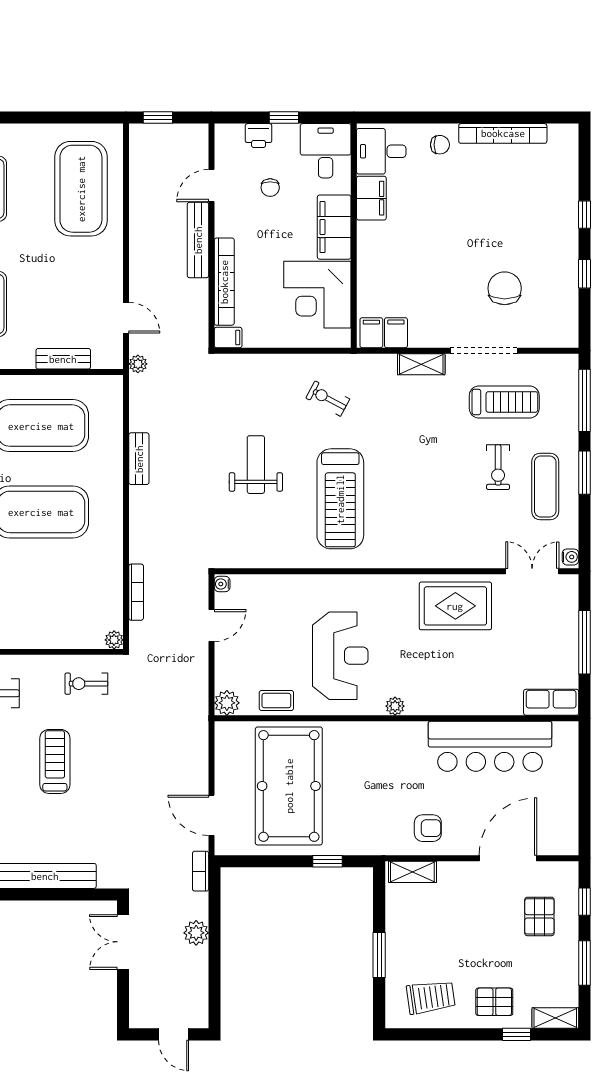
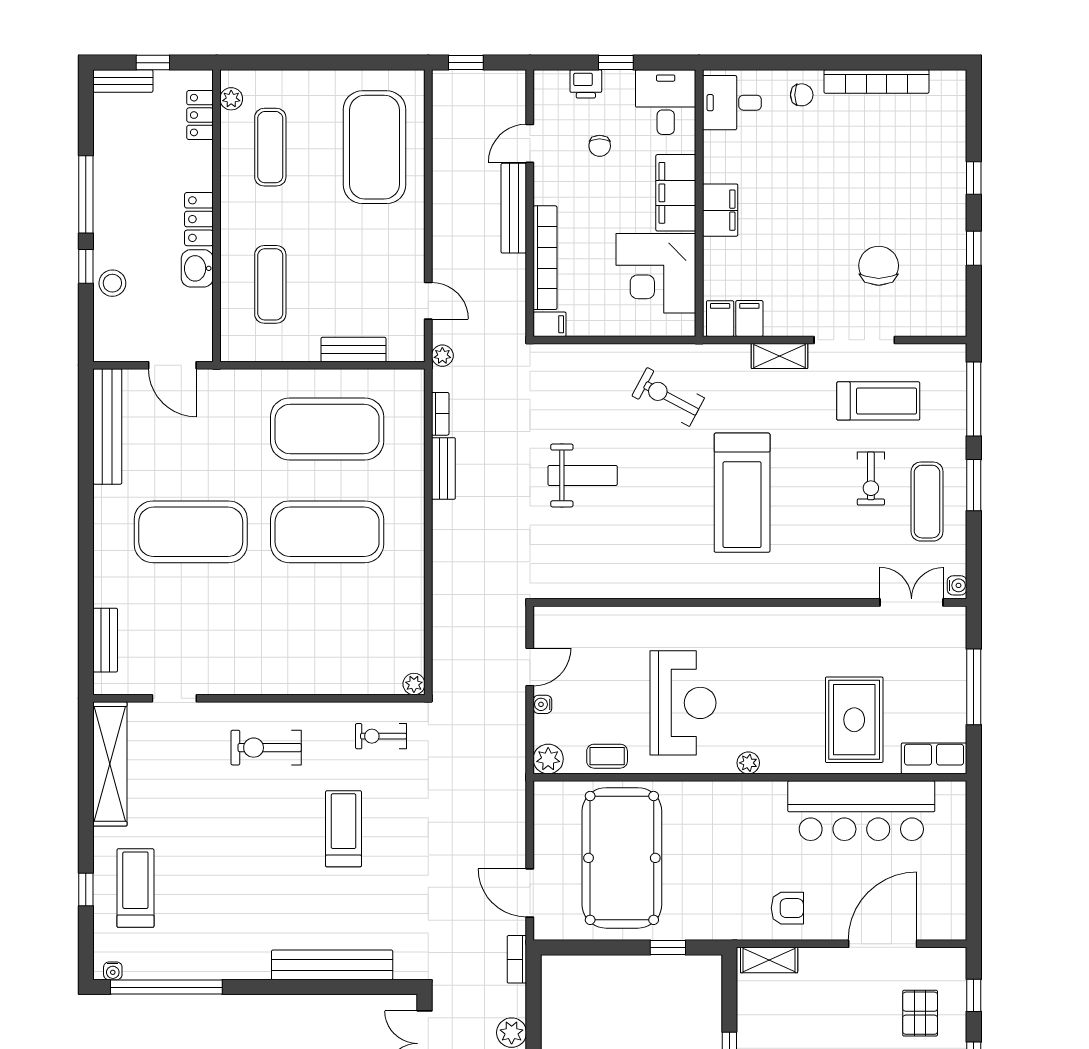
filing cabinet: (371, 198) -> (720, 210), moved
exercise bike: (328, 399) -> (668, 397), width x1.38, depth x1.39
weight bench: (256, 465) -> (583, 475), turned 90
treadmill: (340, 499) -> (742, 493), moved
water cooler: (222, 584) -> (542, 704), moved
bookcase: (136, 592) -> (440, 414), moved, width x0.64
rug: (455, 606) -> (854, 720), moved, turned 90

